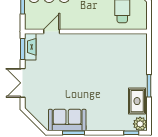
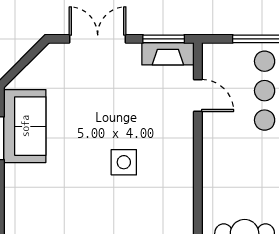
side table: (86, 69) -> (124, 162), added

